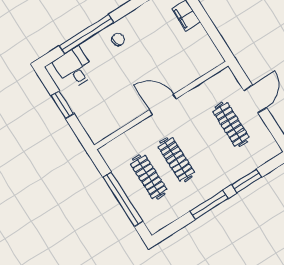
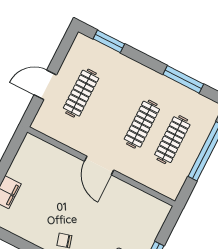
window: (246, 181) -> (109, 41), moved
window: (209, 205) -> (183, 79), moved

